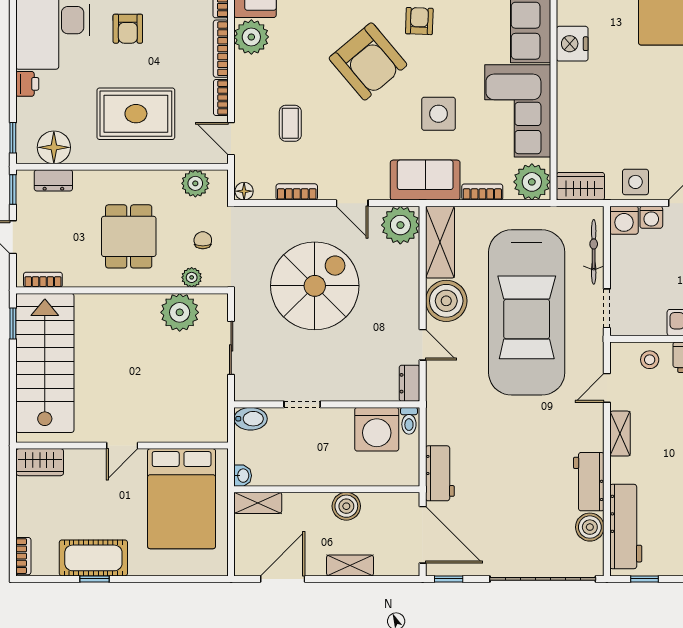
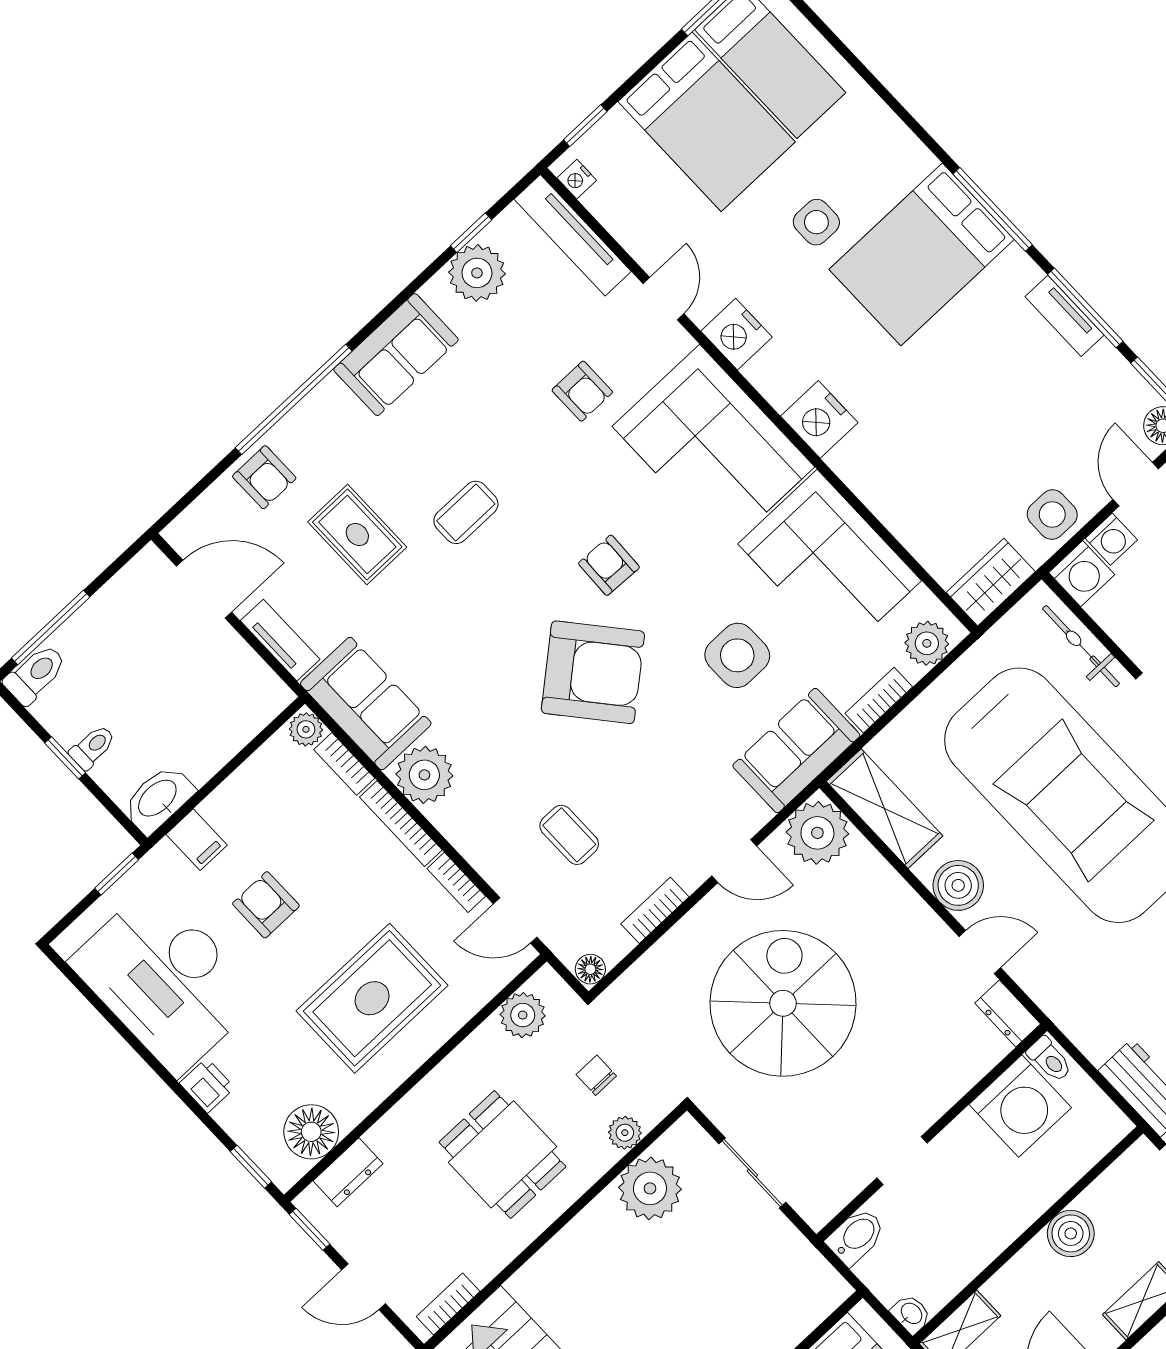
armchair: (128, 29) -> (266, 905), turned 180
plant: (532, 182) -> (927, 643), width x0.73, depth x0.73
boiler: (446, 301) -> (958, 885), width x0.73, depth x0.73

